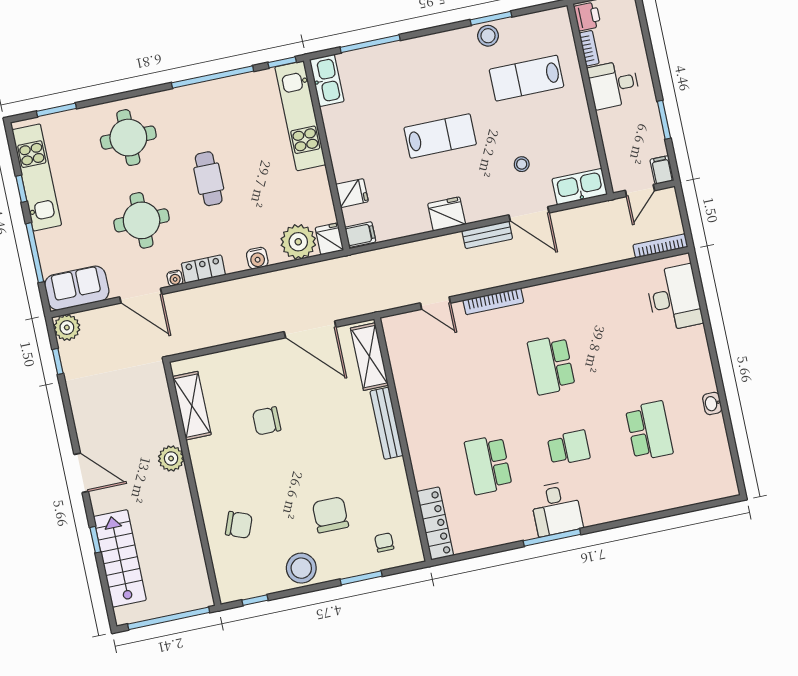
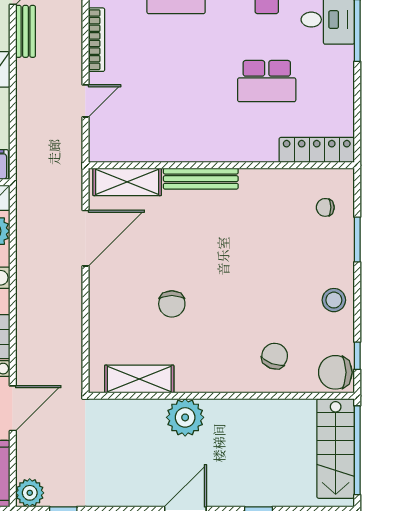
plant: (171, 458) -> (185, 417), width x1.36, depth x1.36
chair: (330, 515) -> (335, 372), moved
stairs: (120, 558) -> (336, 449), moved, turned -90
stool: (301, 568) -> (334, 300), width x0.73, depth x0.73

